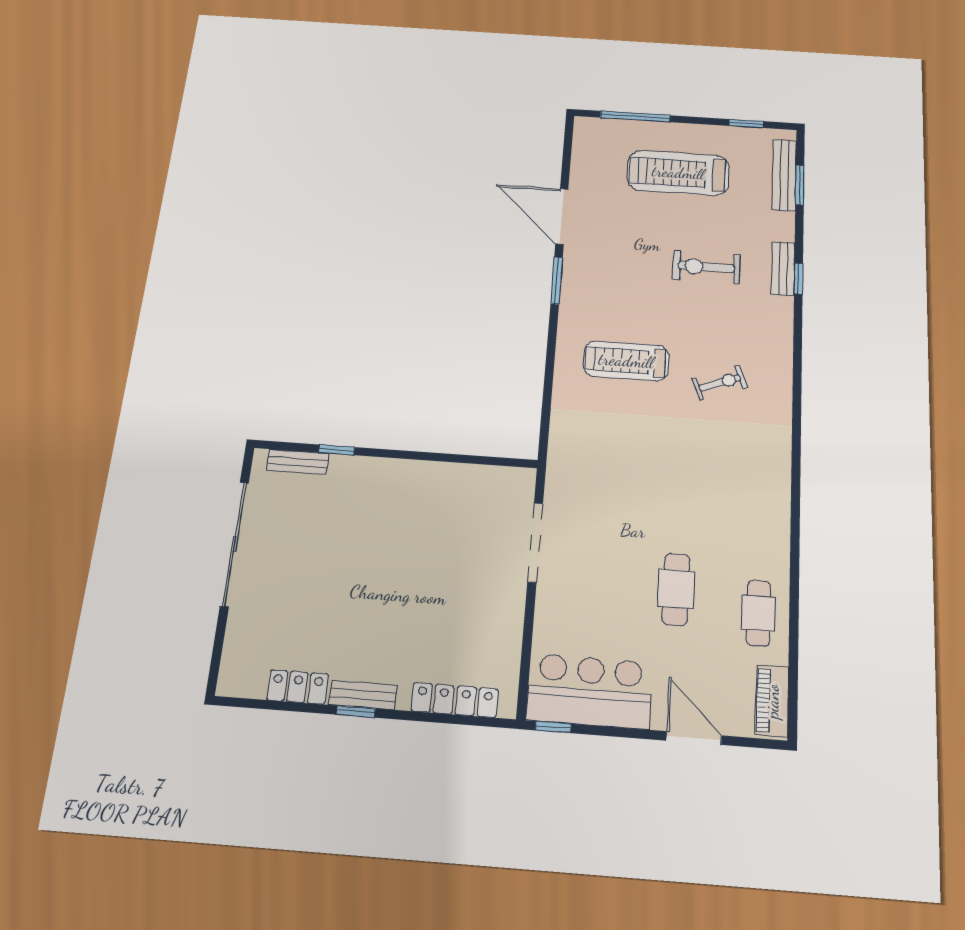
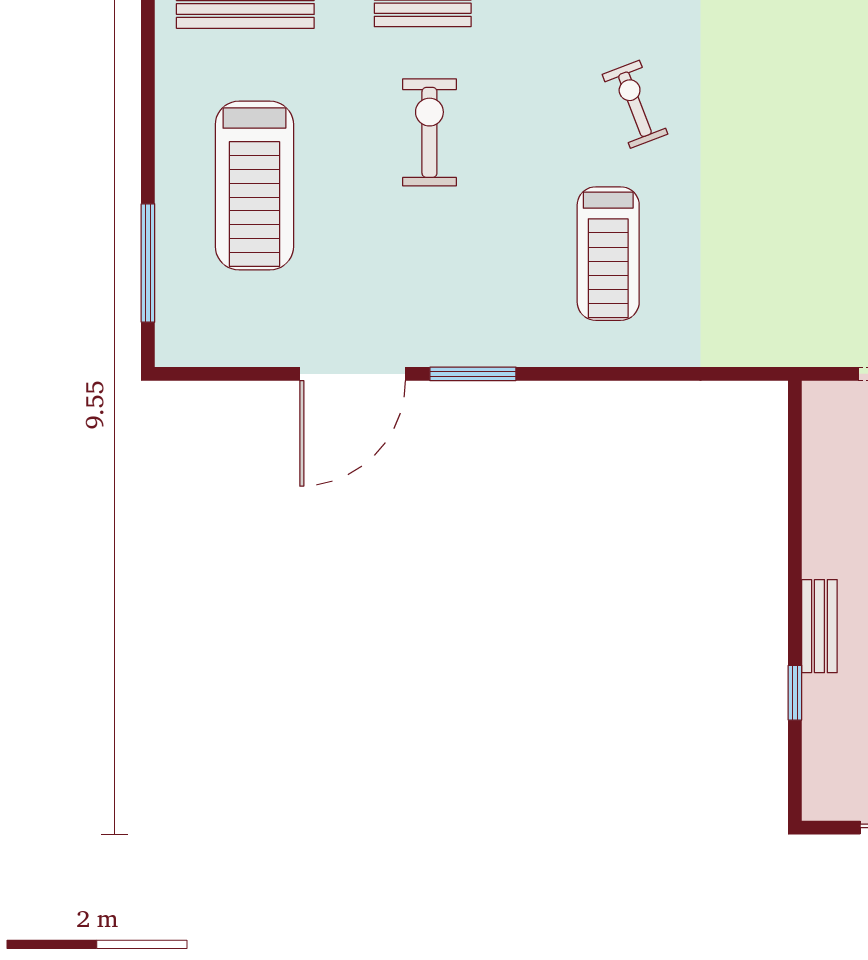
window: (746, 123) -> (148, 75), removed
exercise bike: (706, 267) -> (429, 132), turned 180
bench: (298, 462) -> (819, 626), moved

